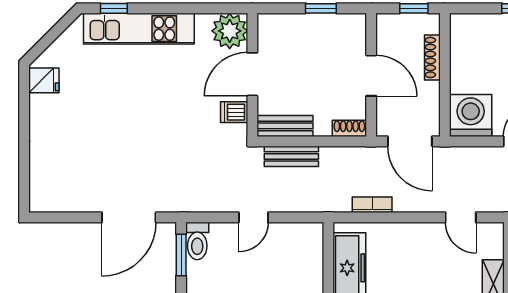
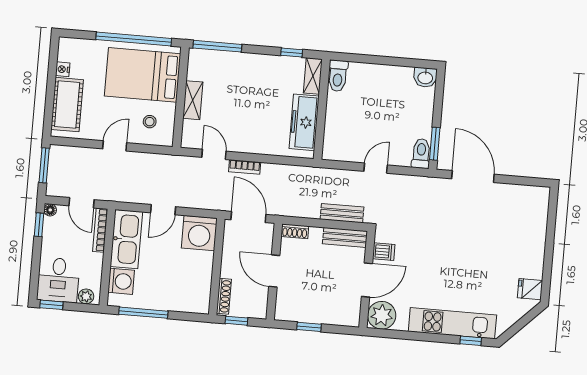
shoe rack: (432, 57) -> (224, 296), moved
bookcase: (372, 205) -> (245, 167), moved
door: (129, 217) -> (473, 176), hinge flipped

